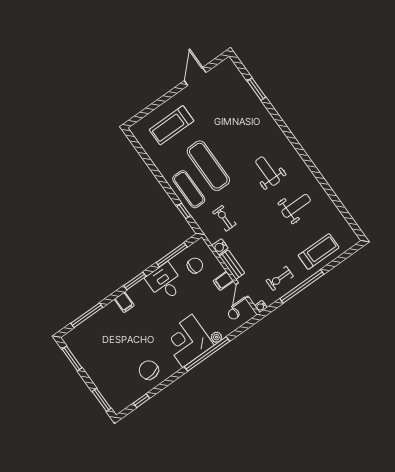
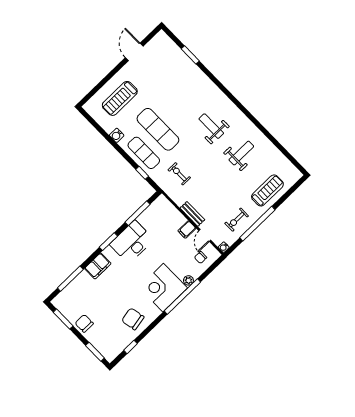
water cooler: (220, 247) -> (117, 135), moved
chair: (195, 265) -> (84, 323), moved, turned -90
desk: (165, 282) -> (132, 242), width x1.37
filing cabinet: (124, 302) -> (98, 266), width x2.00

